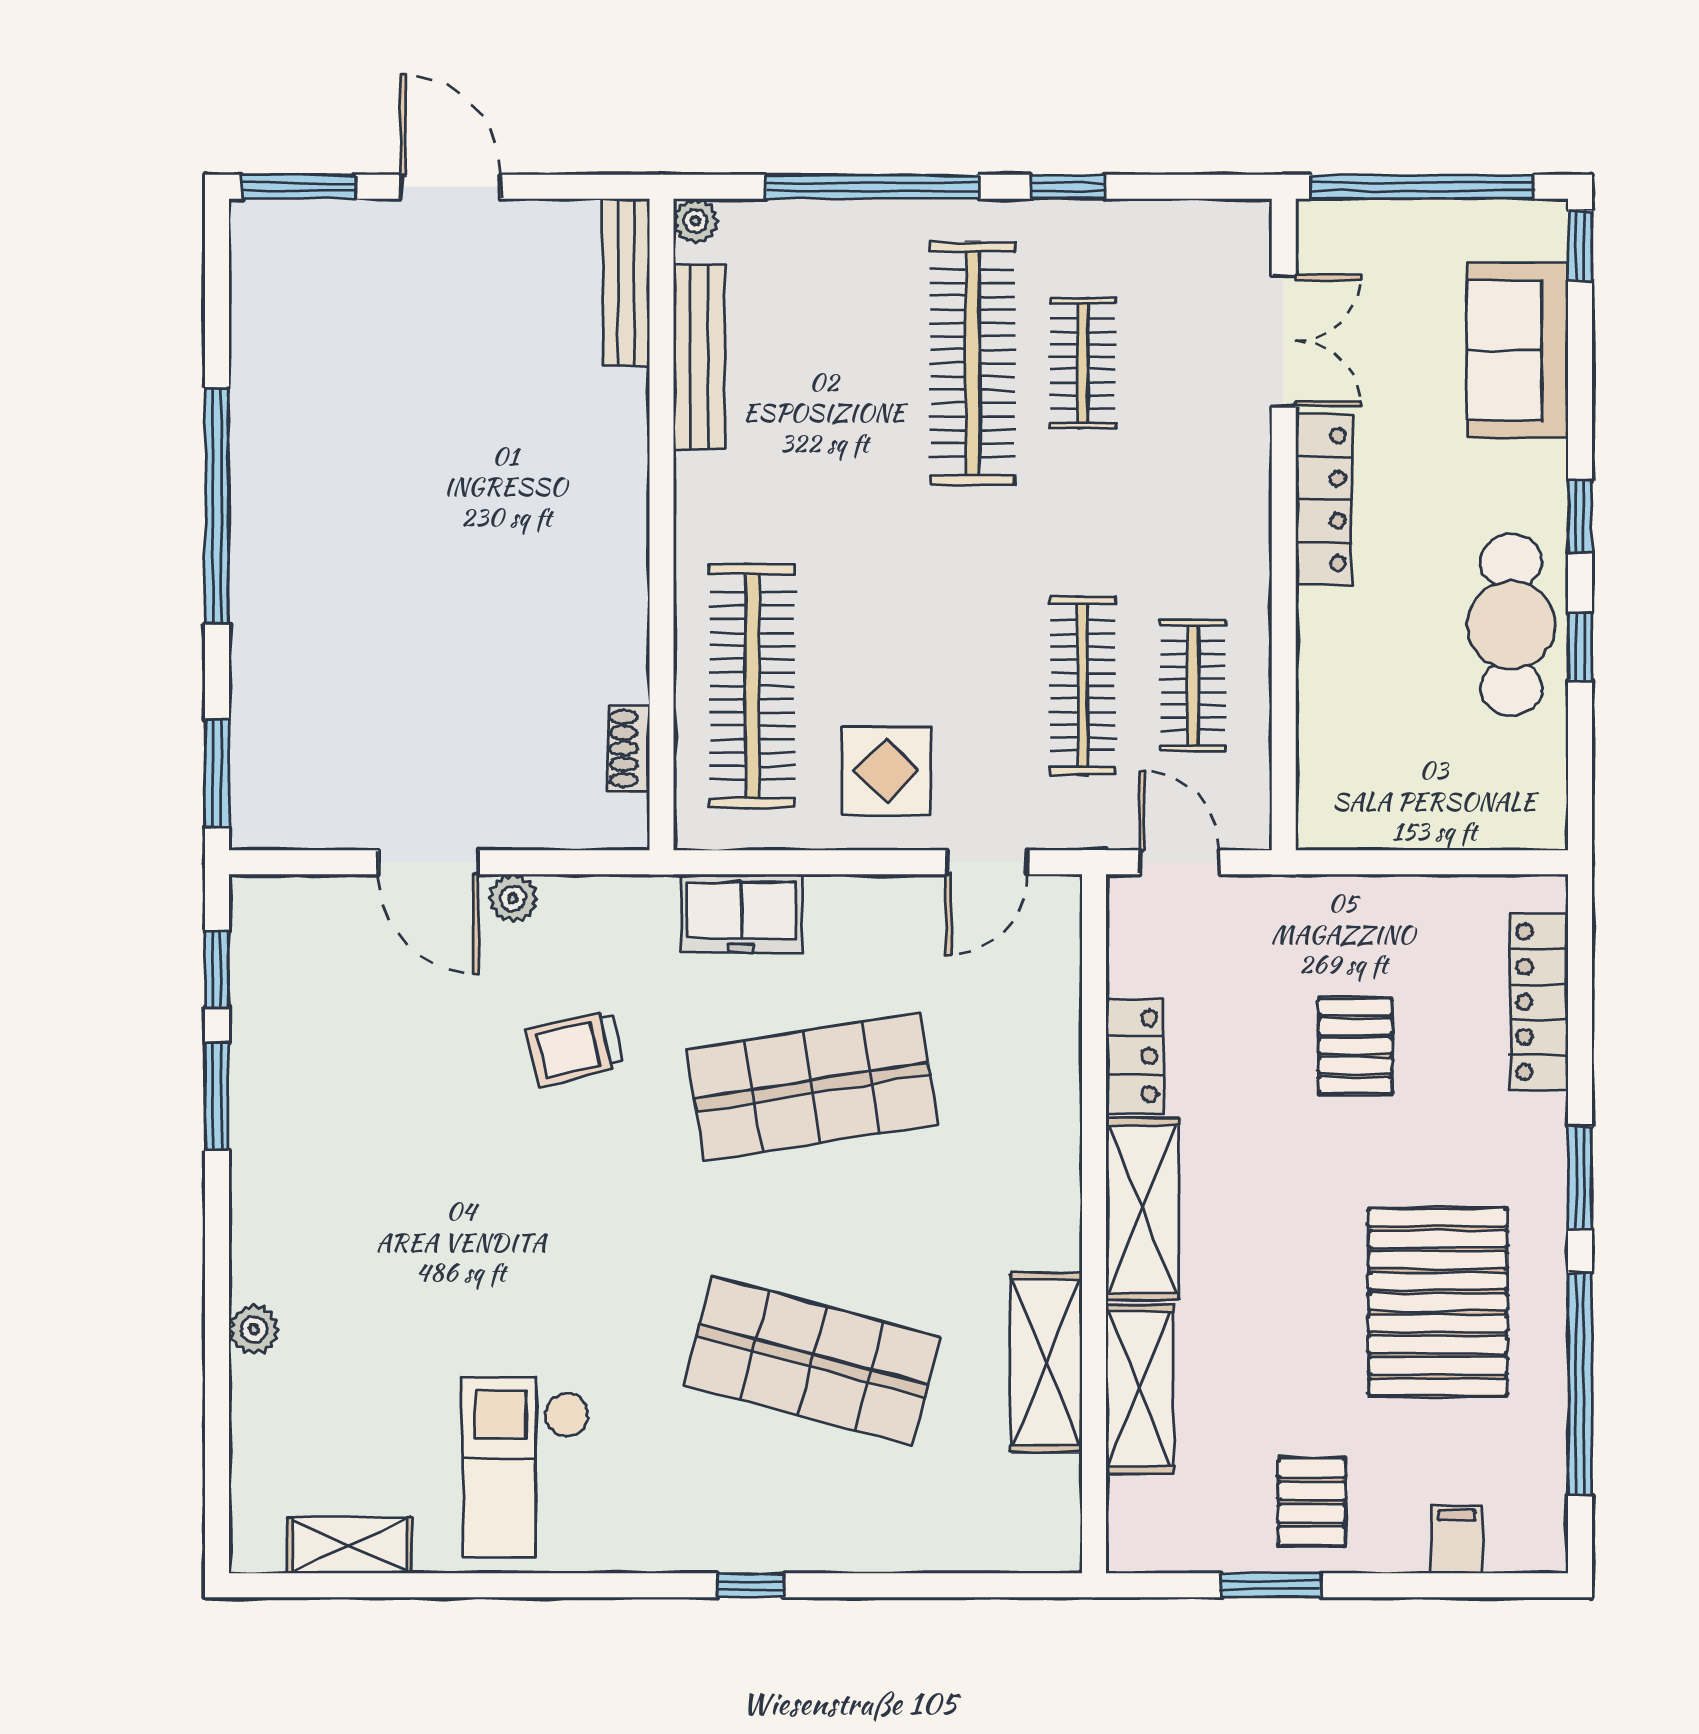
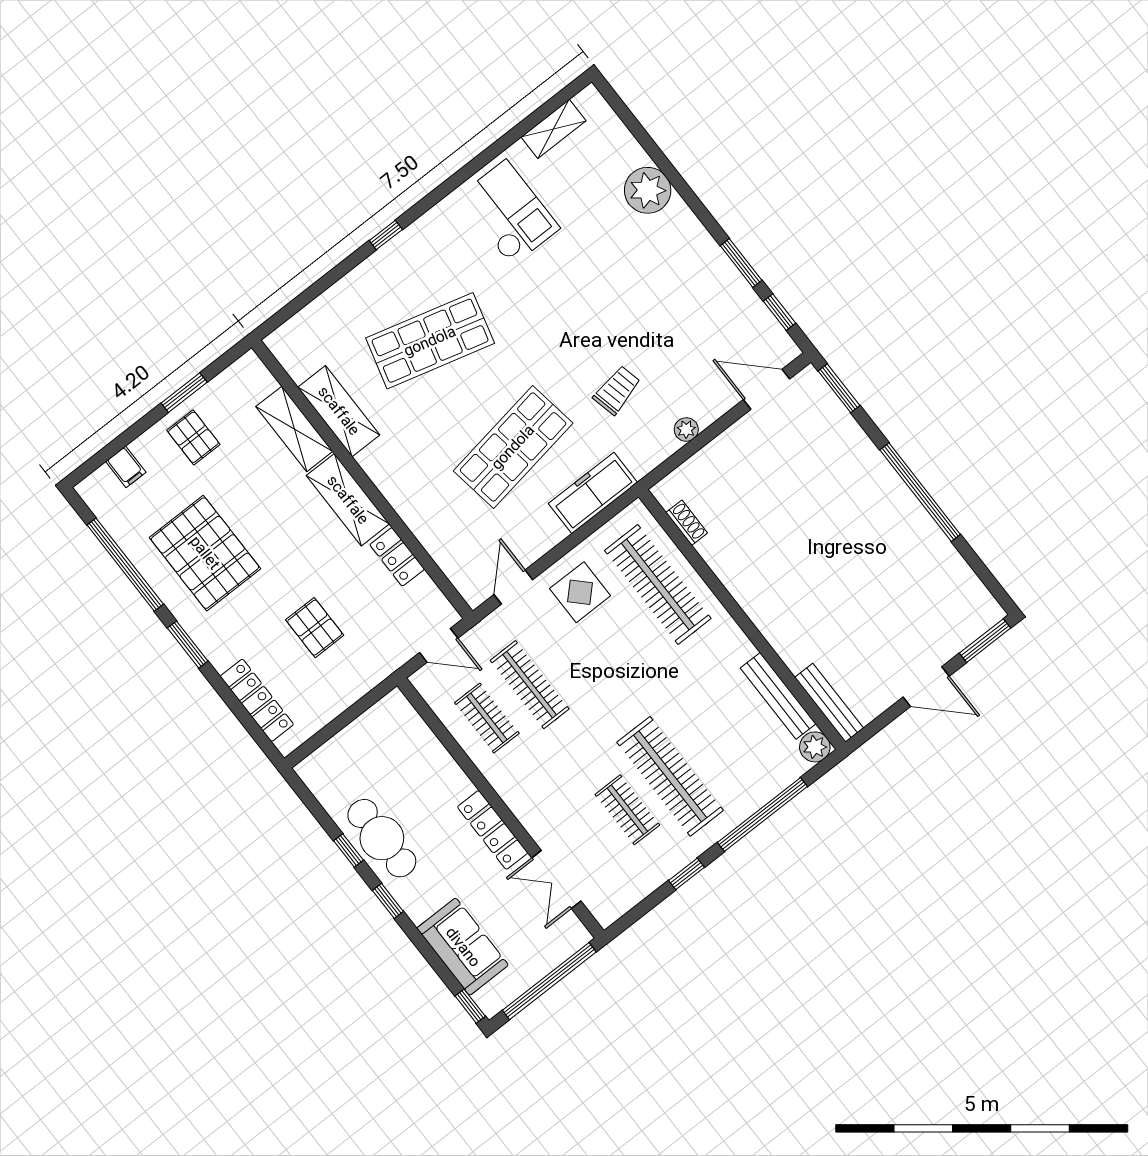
plant: (696, 221) -> (815, 747), width x1.38, depth x1.38
door: (428, 862) -> (766, 389), moved
freezer: (742, 913) -> (593, 493), width x1.40
plant: (254, 1329) -> (648, 190), width x1.88, depth x1.88

